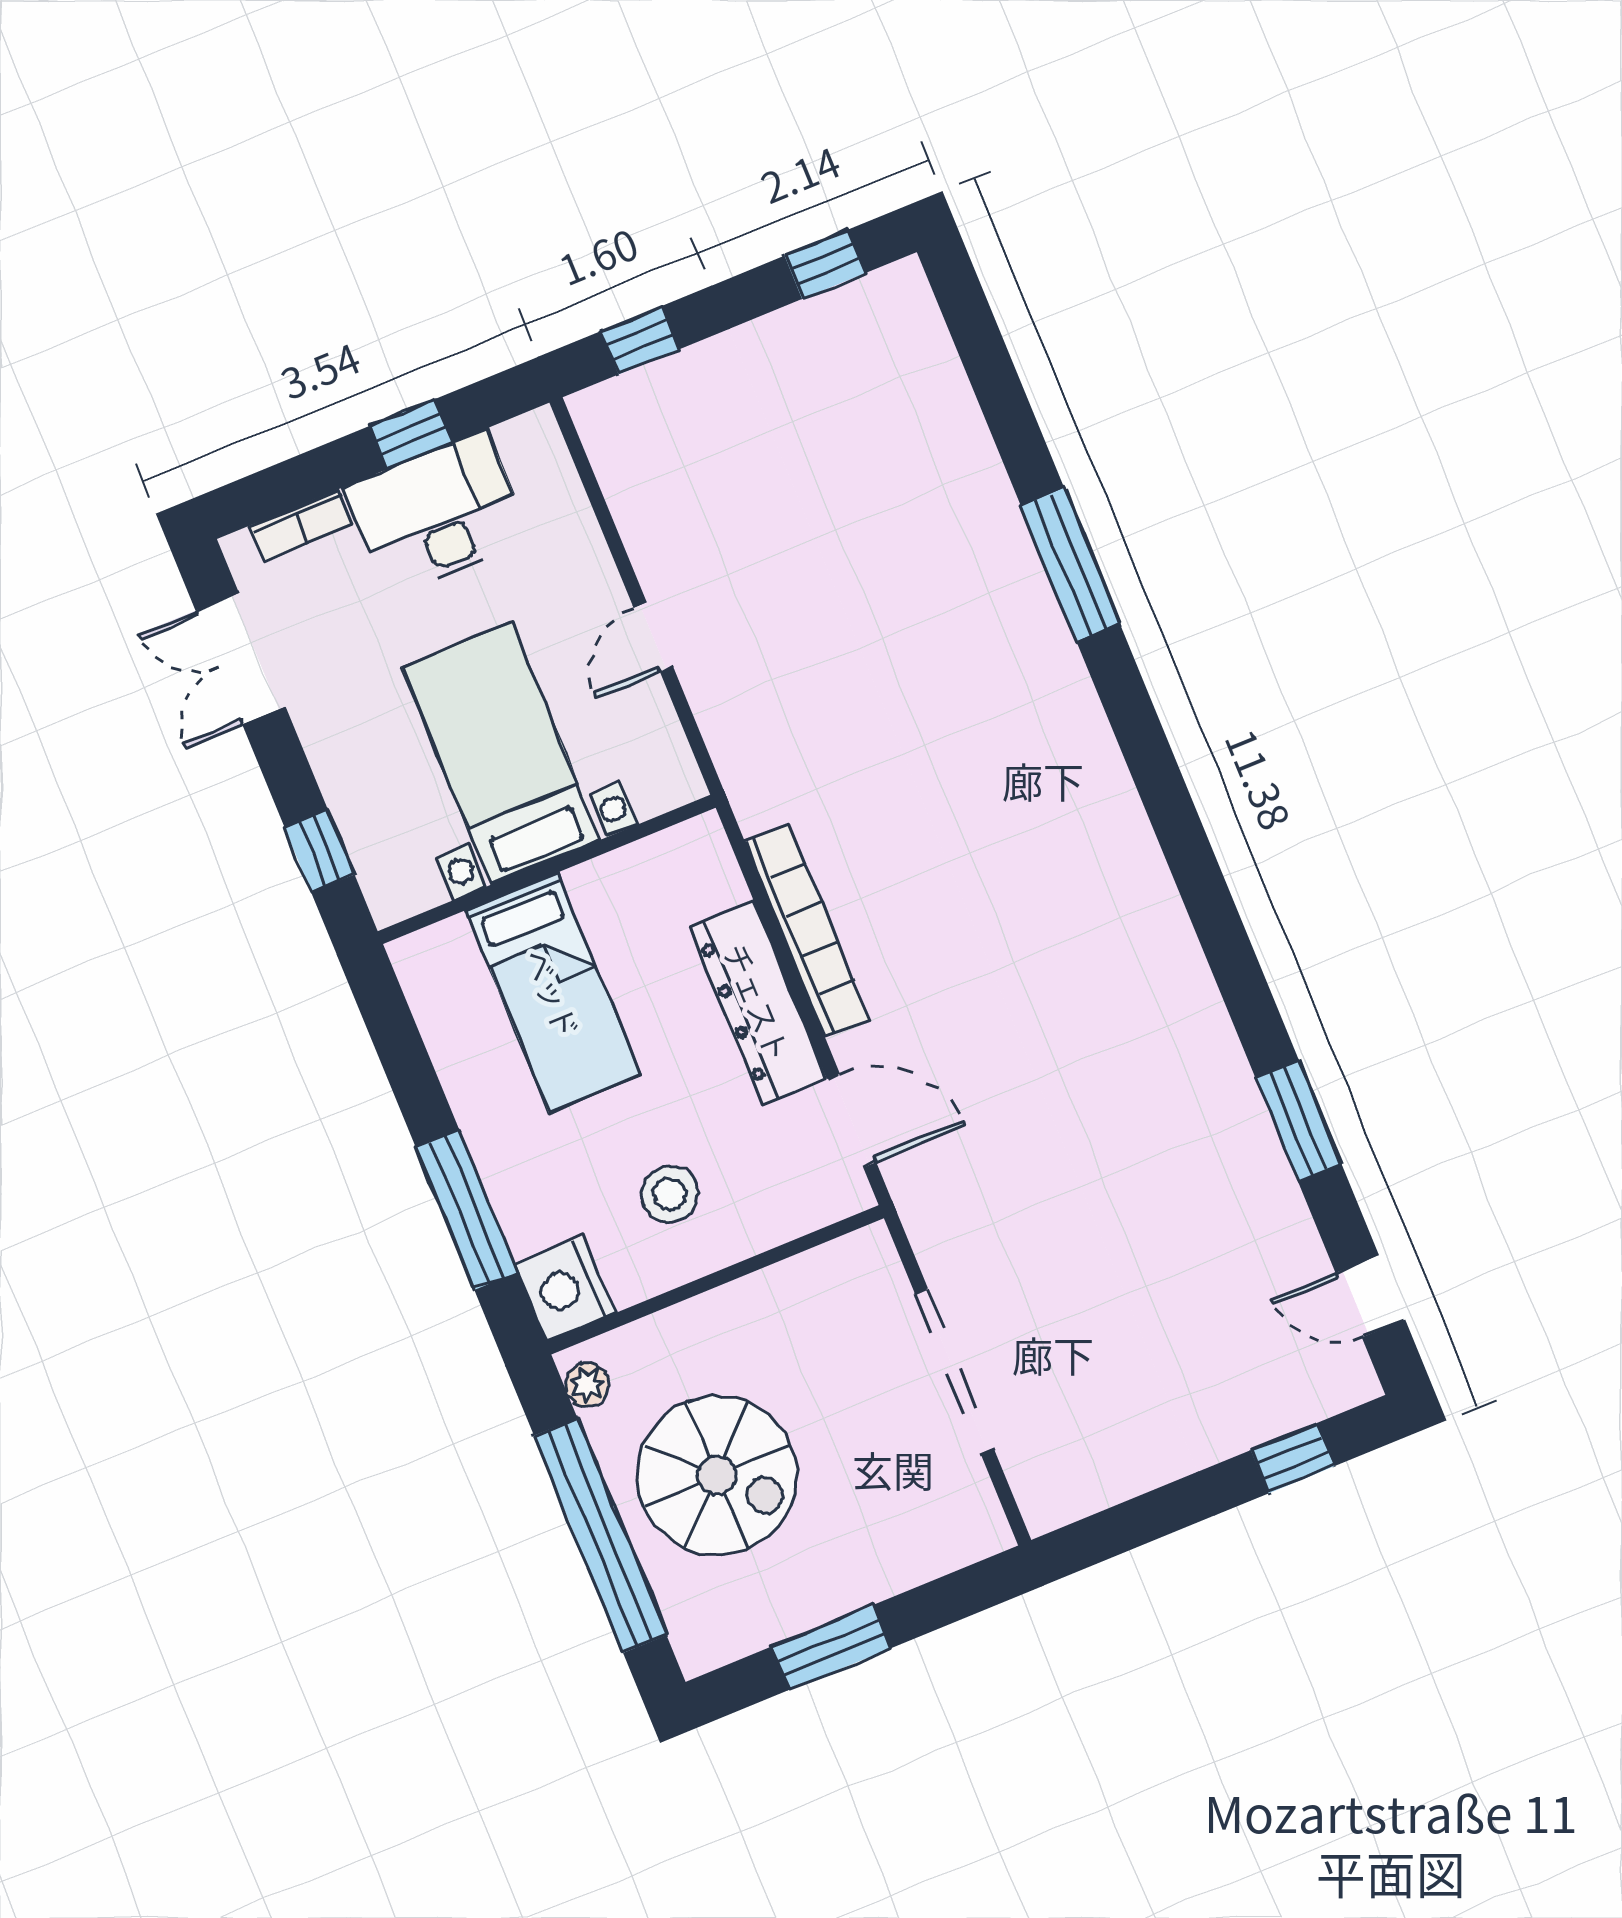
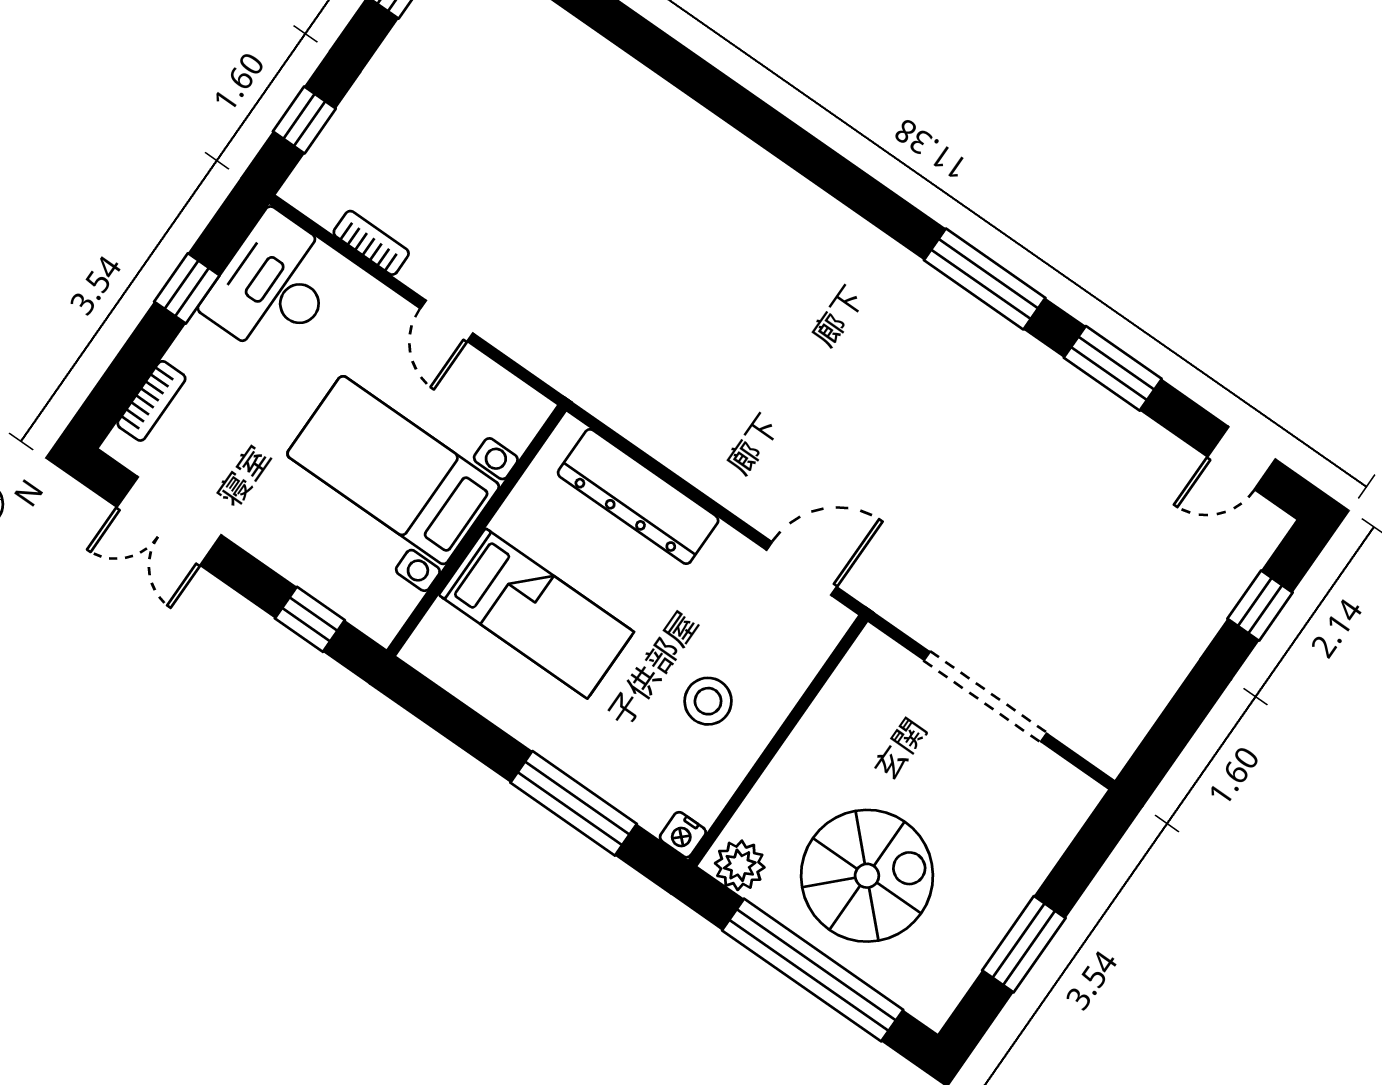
desk: (438, 514) -> (274, 286), moved
window: (1070, 565) -> (985, 279), moved
bookcase: (807, 931) -> (371, 243), moved, width x0.43, depth x0.76
dresser: (758, 1002) -> (638, 497), moved
nightstand: (565, 1289) -> (683, 835), width x0.53, depth x0.56
plant: (587, 1385) -> (740, 865), width x1.38, depth x1.38

